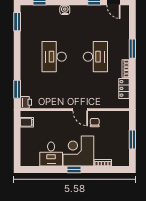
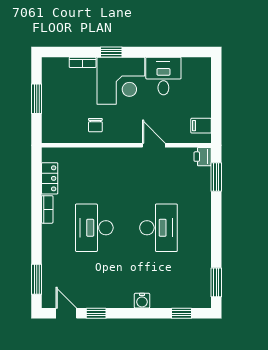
window: (132, 49) -> (37, 279), moved
door: (80, 110) -> (154, 145), moved
window: (74, 169) -> (111, 52), moved

